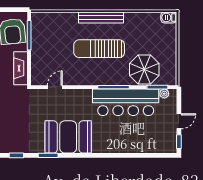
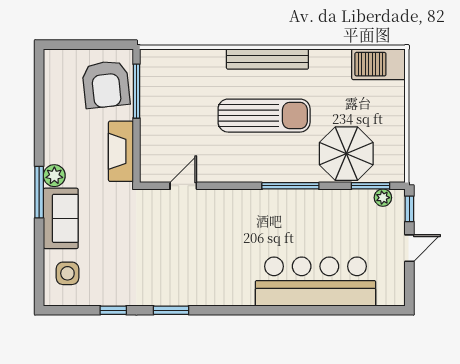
barbecue: (169, 18) -> (378, 64), width x1.88, depth x1.53
sun lounger: (99, 49) -> (264, 116), turned 180
bar counter: (126, 102) -> (315, 282), moved, turned 180
booth: (68, 137) -> (208, 277), removed
window: (179, 142) -> (409, 209), moved

